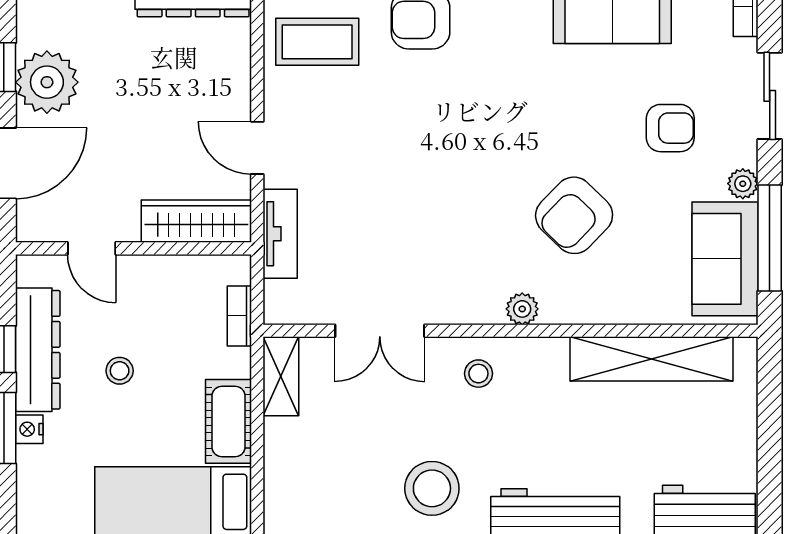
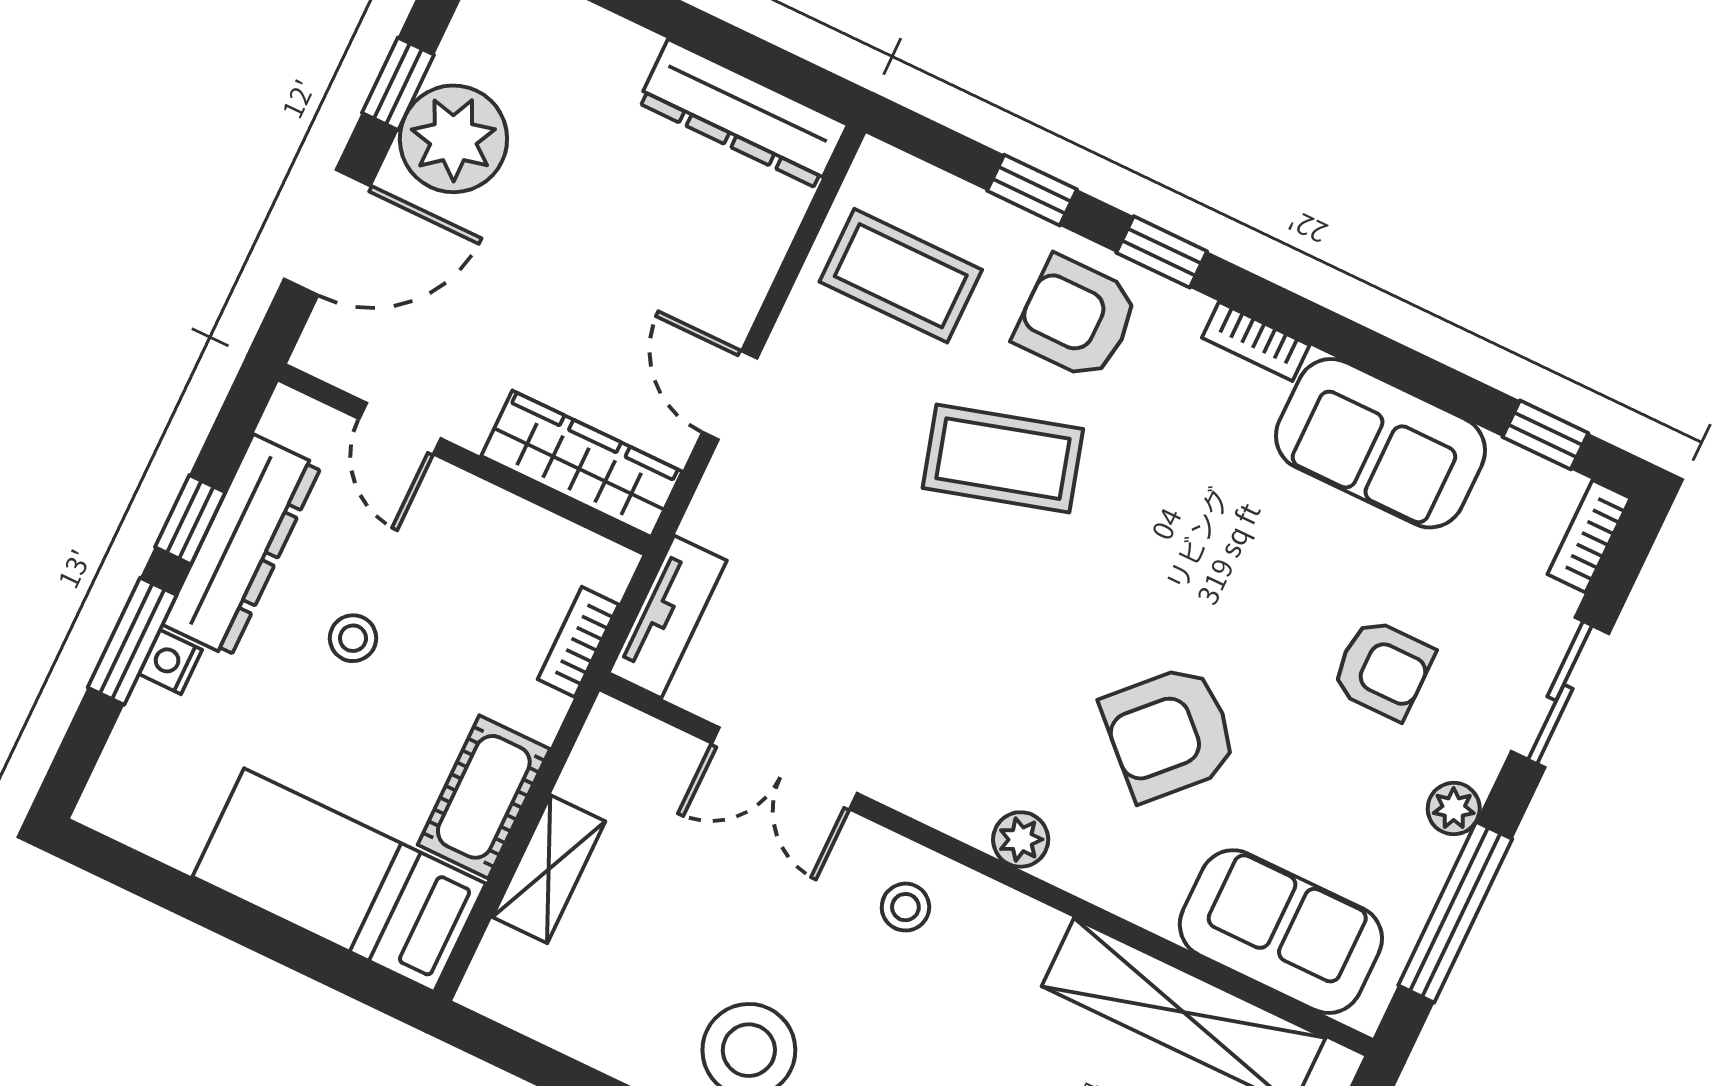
coffee table: (417, 113) -> (1003, 459), added
tv unit: (280, 234) -> (668, 617), moved
sofa: (725, 259) -> (1281, 932), moved, turned 90
shelving: (281, 376) -> (549, 869), moved

